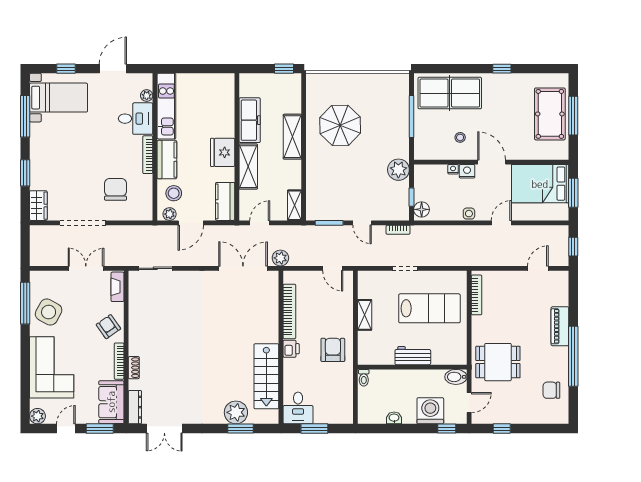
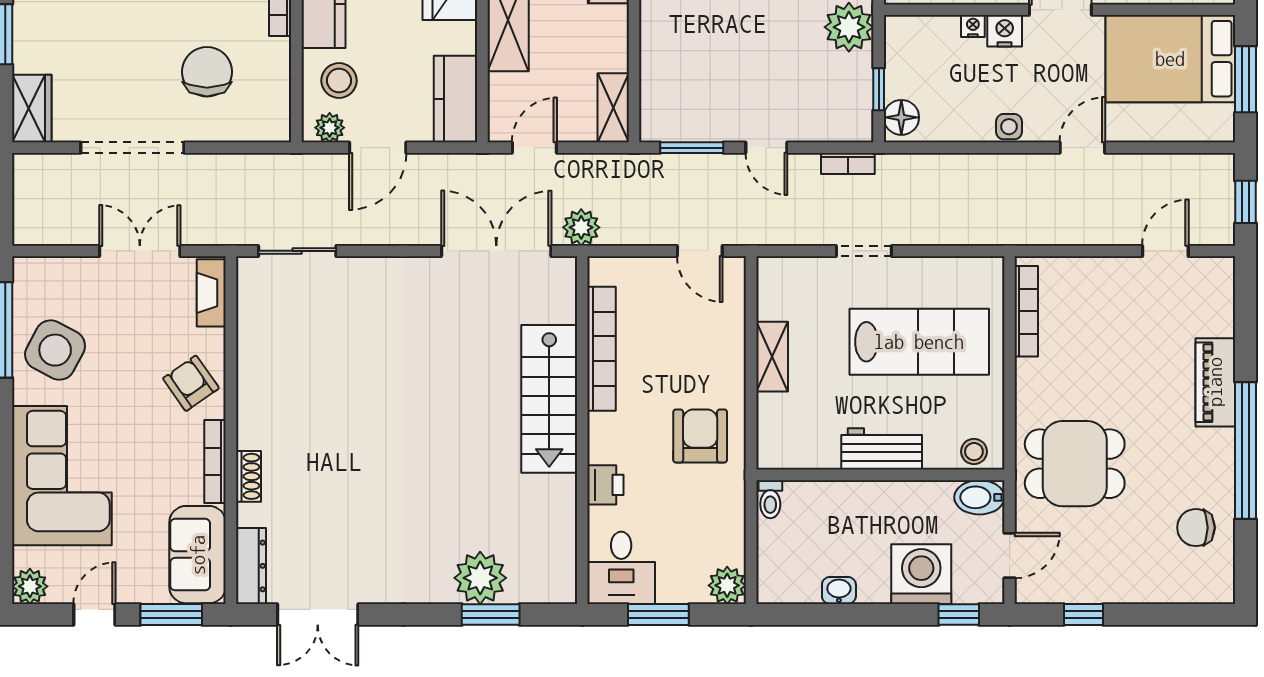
printer: (291, 349) -> (605, 485), moved
stool: (454, 357) -> (974, 452), added
stairs: (266, 376) -> (549, 399), moved
plant: (345, 416) -> (727, 585), added

